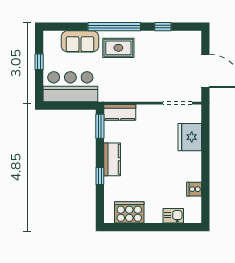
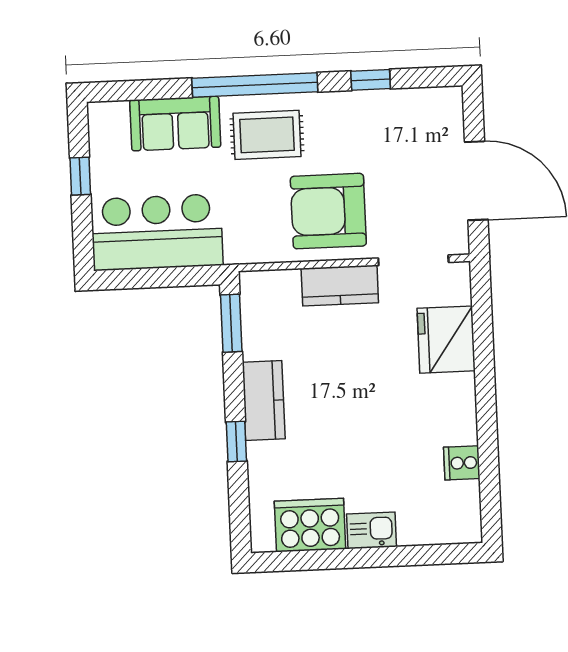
armchair: (143, 81) -> (328, 211), added
kitchen counter: (120, 112) -> (340, 286), moved
kitchen sink: (173, 216) -> (372, 530), moved

